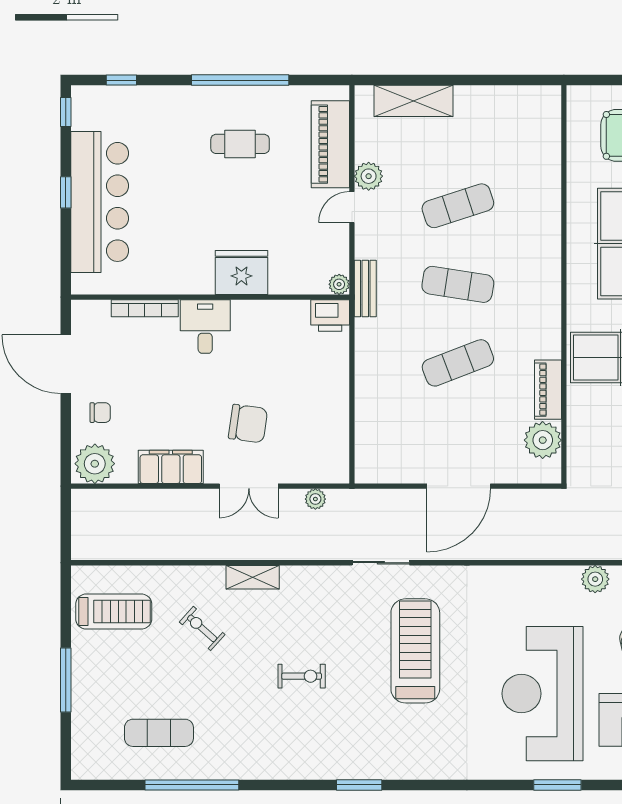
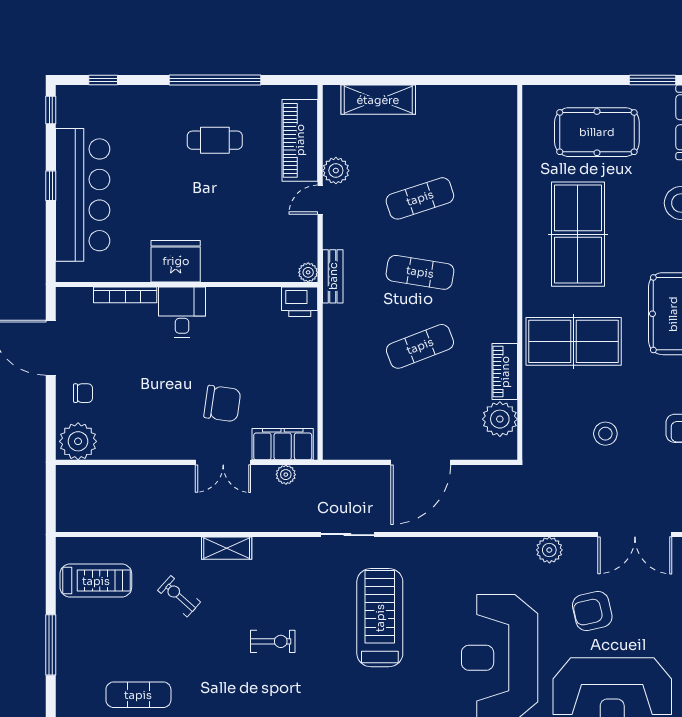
fridge: (241, 272) -> (176, 261), moved
filing cabinet: (171, 467) -> (283, 444), moved

